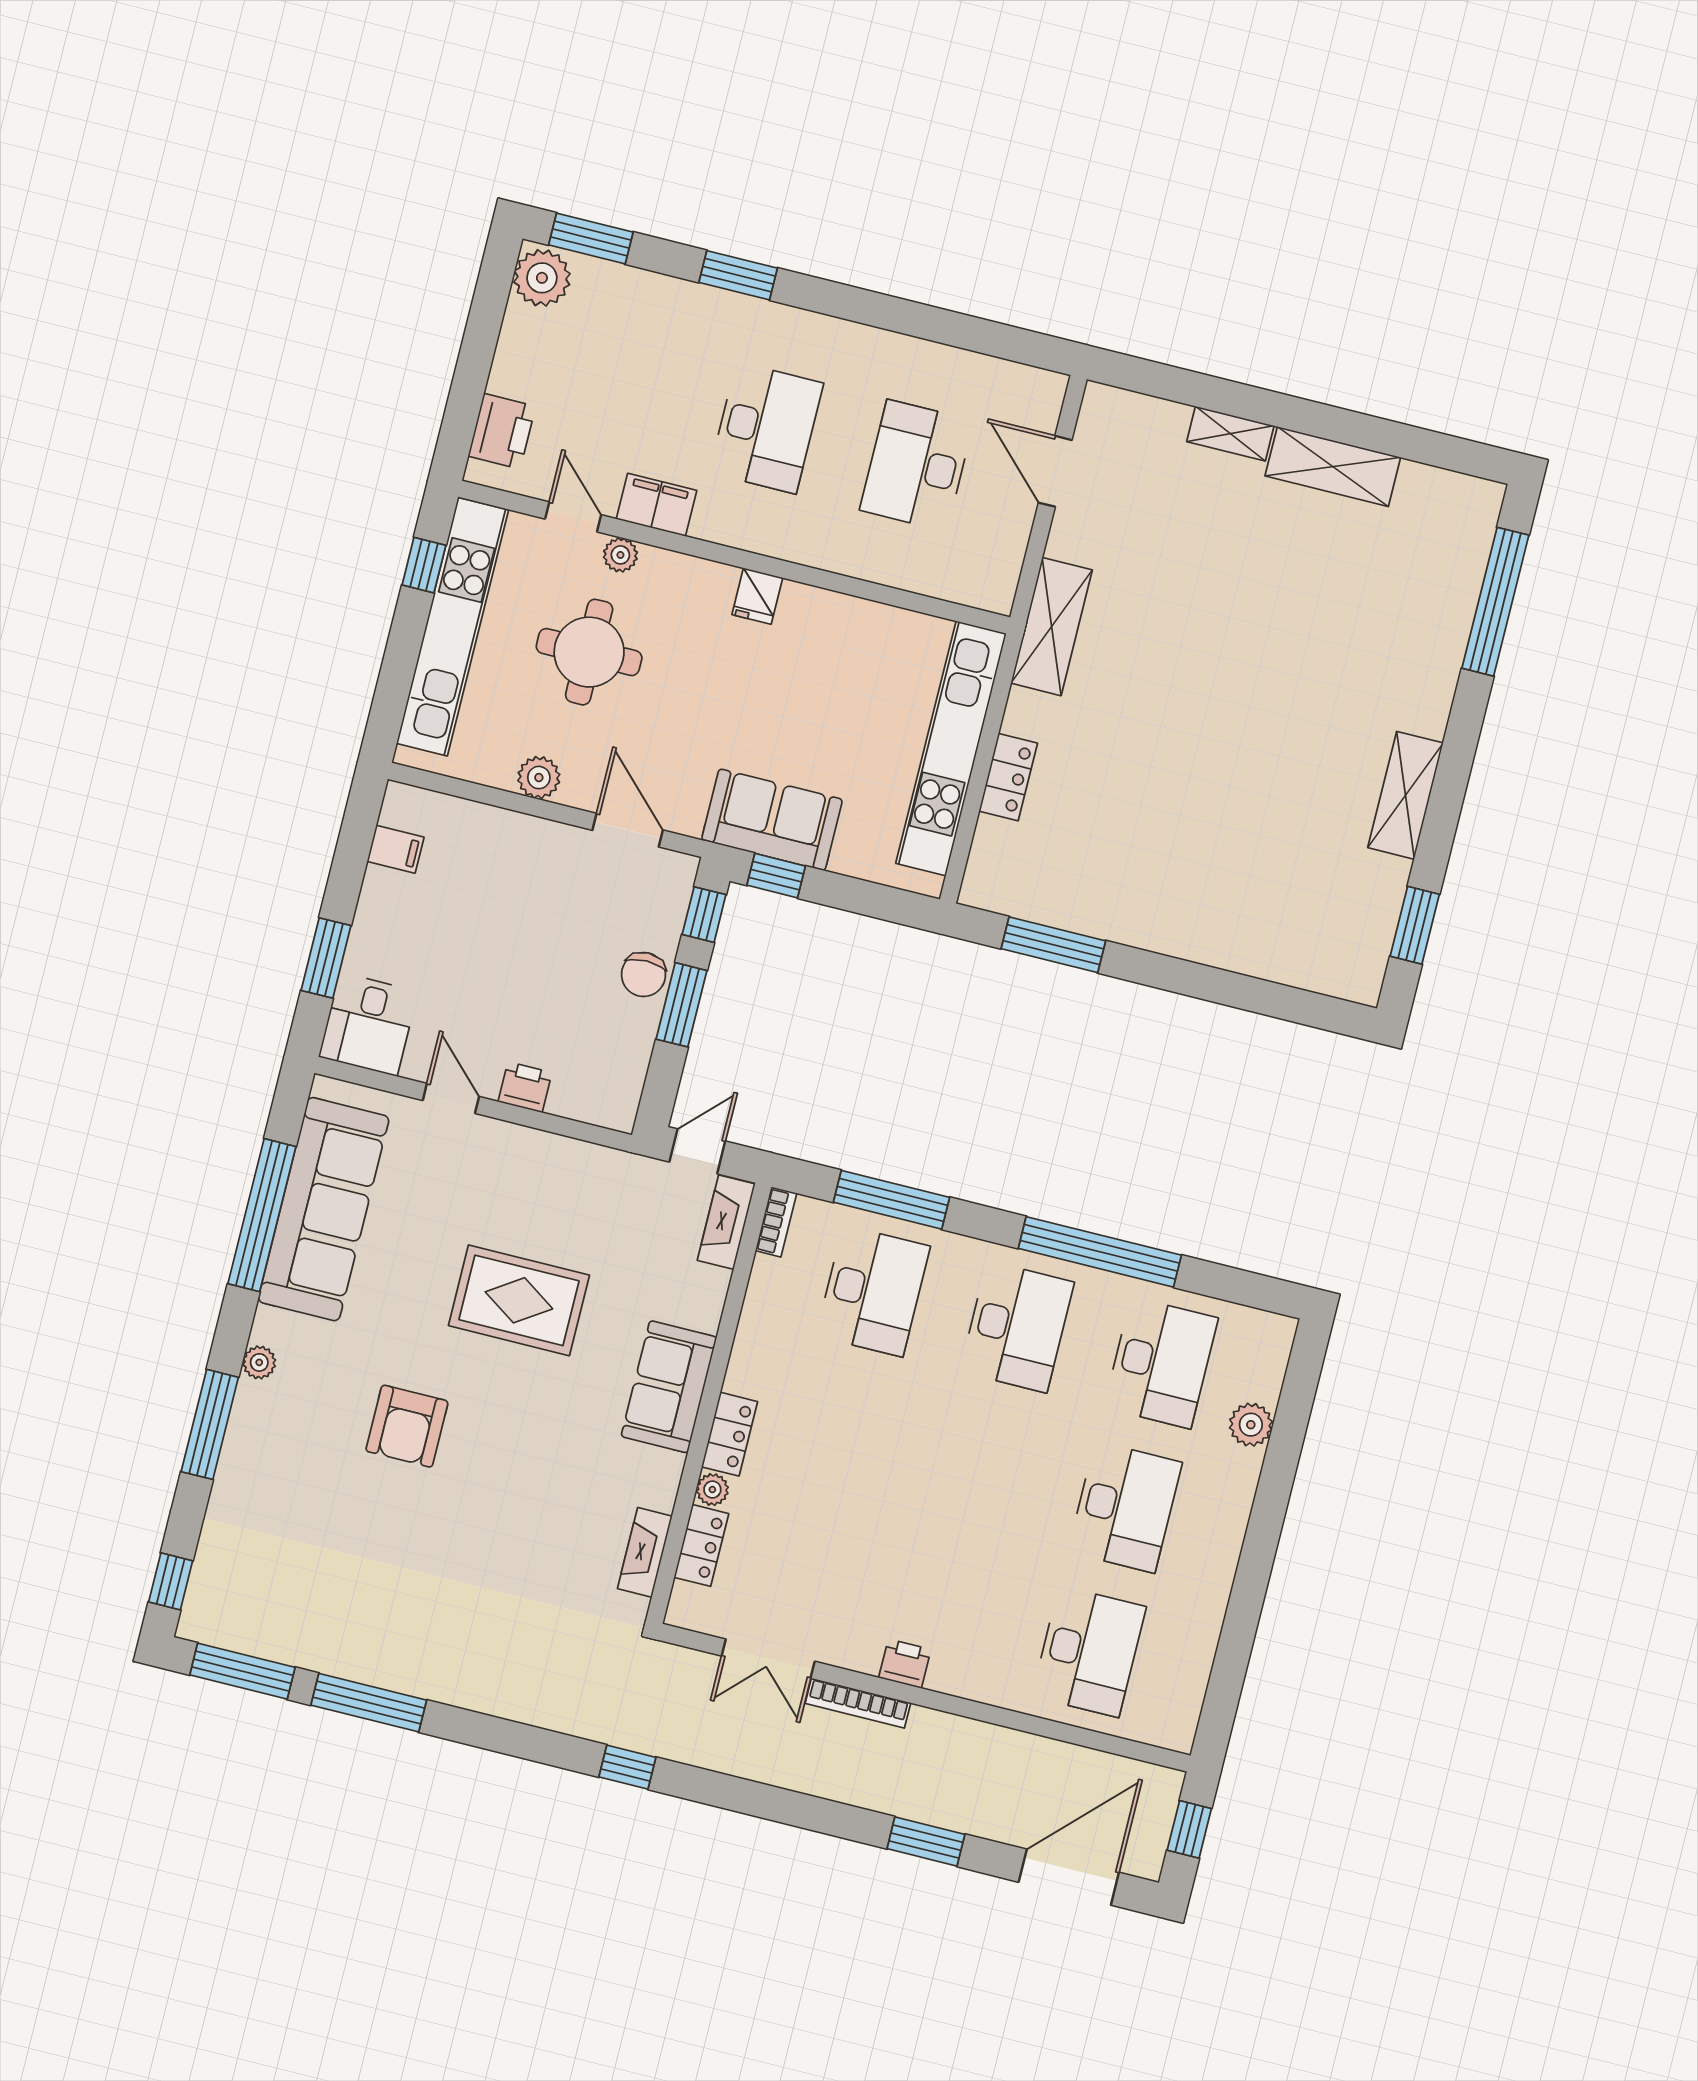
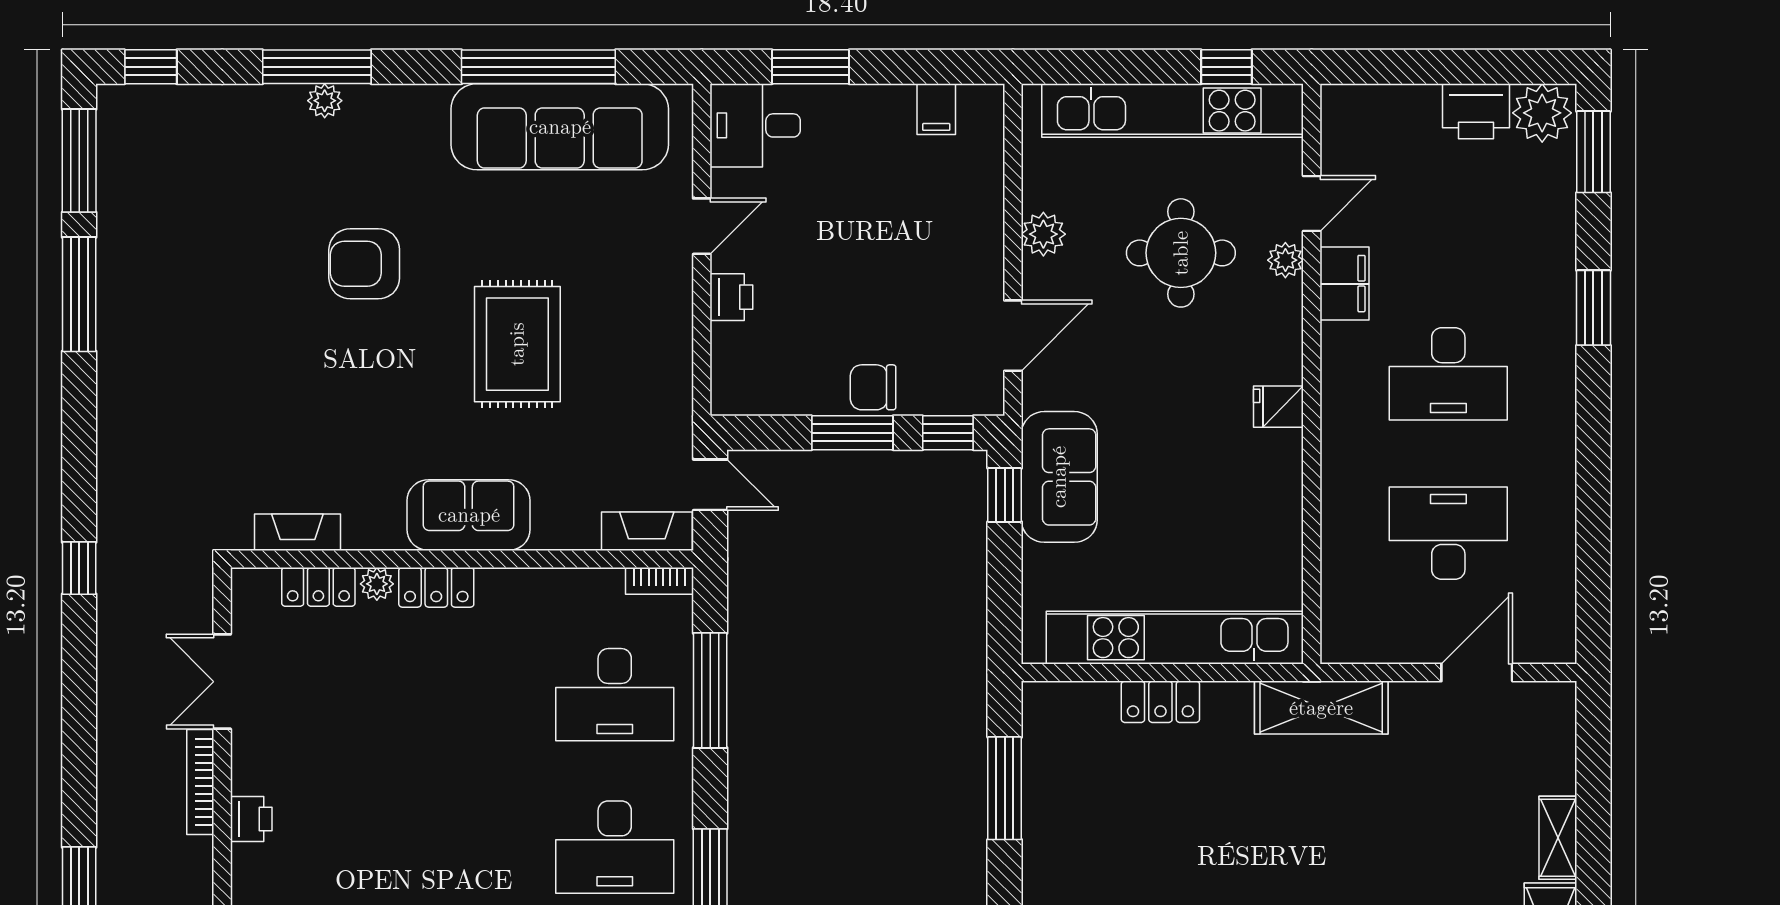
printer: (502, 431) -> (1476, 111), moved
plant: (259, 1362) -> (325, 101), moved

